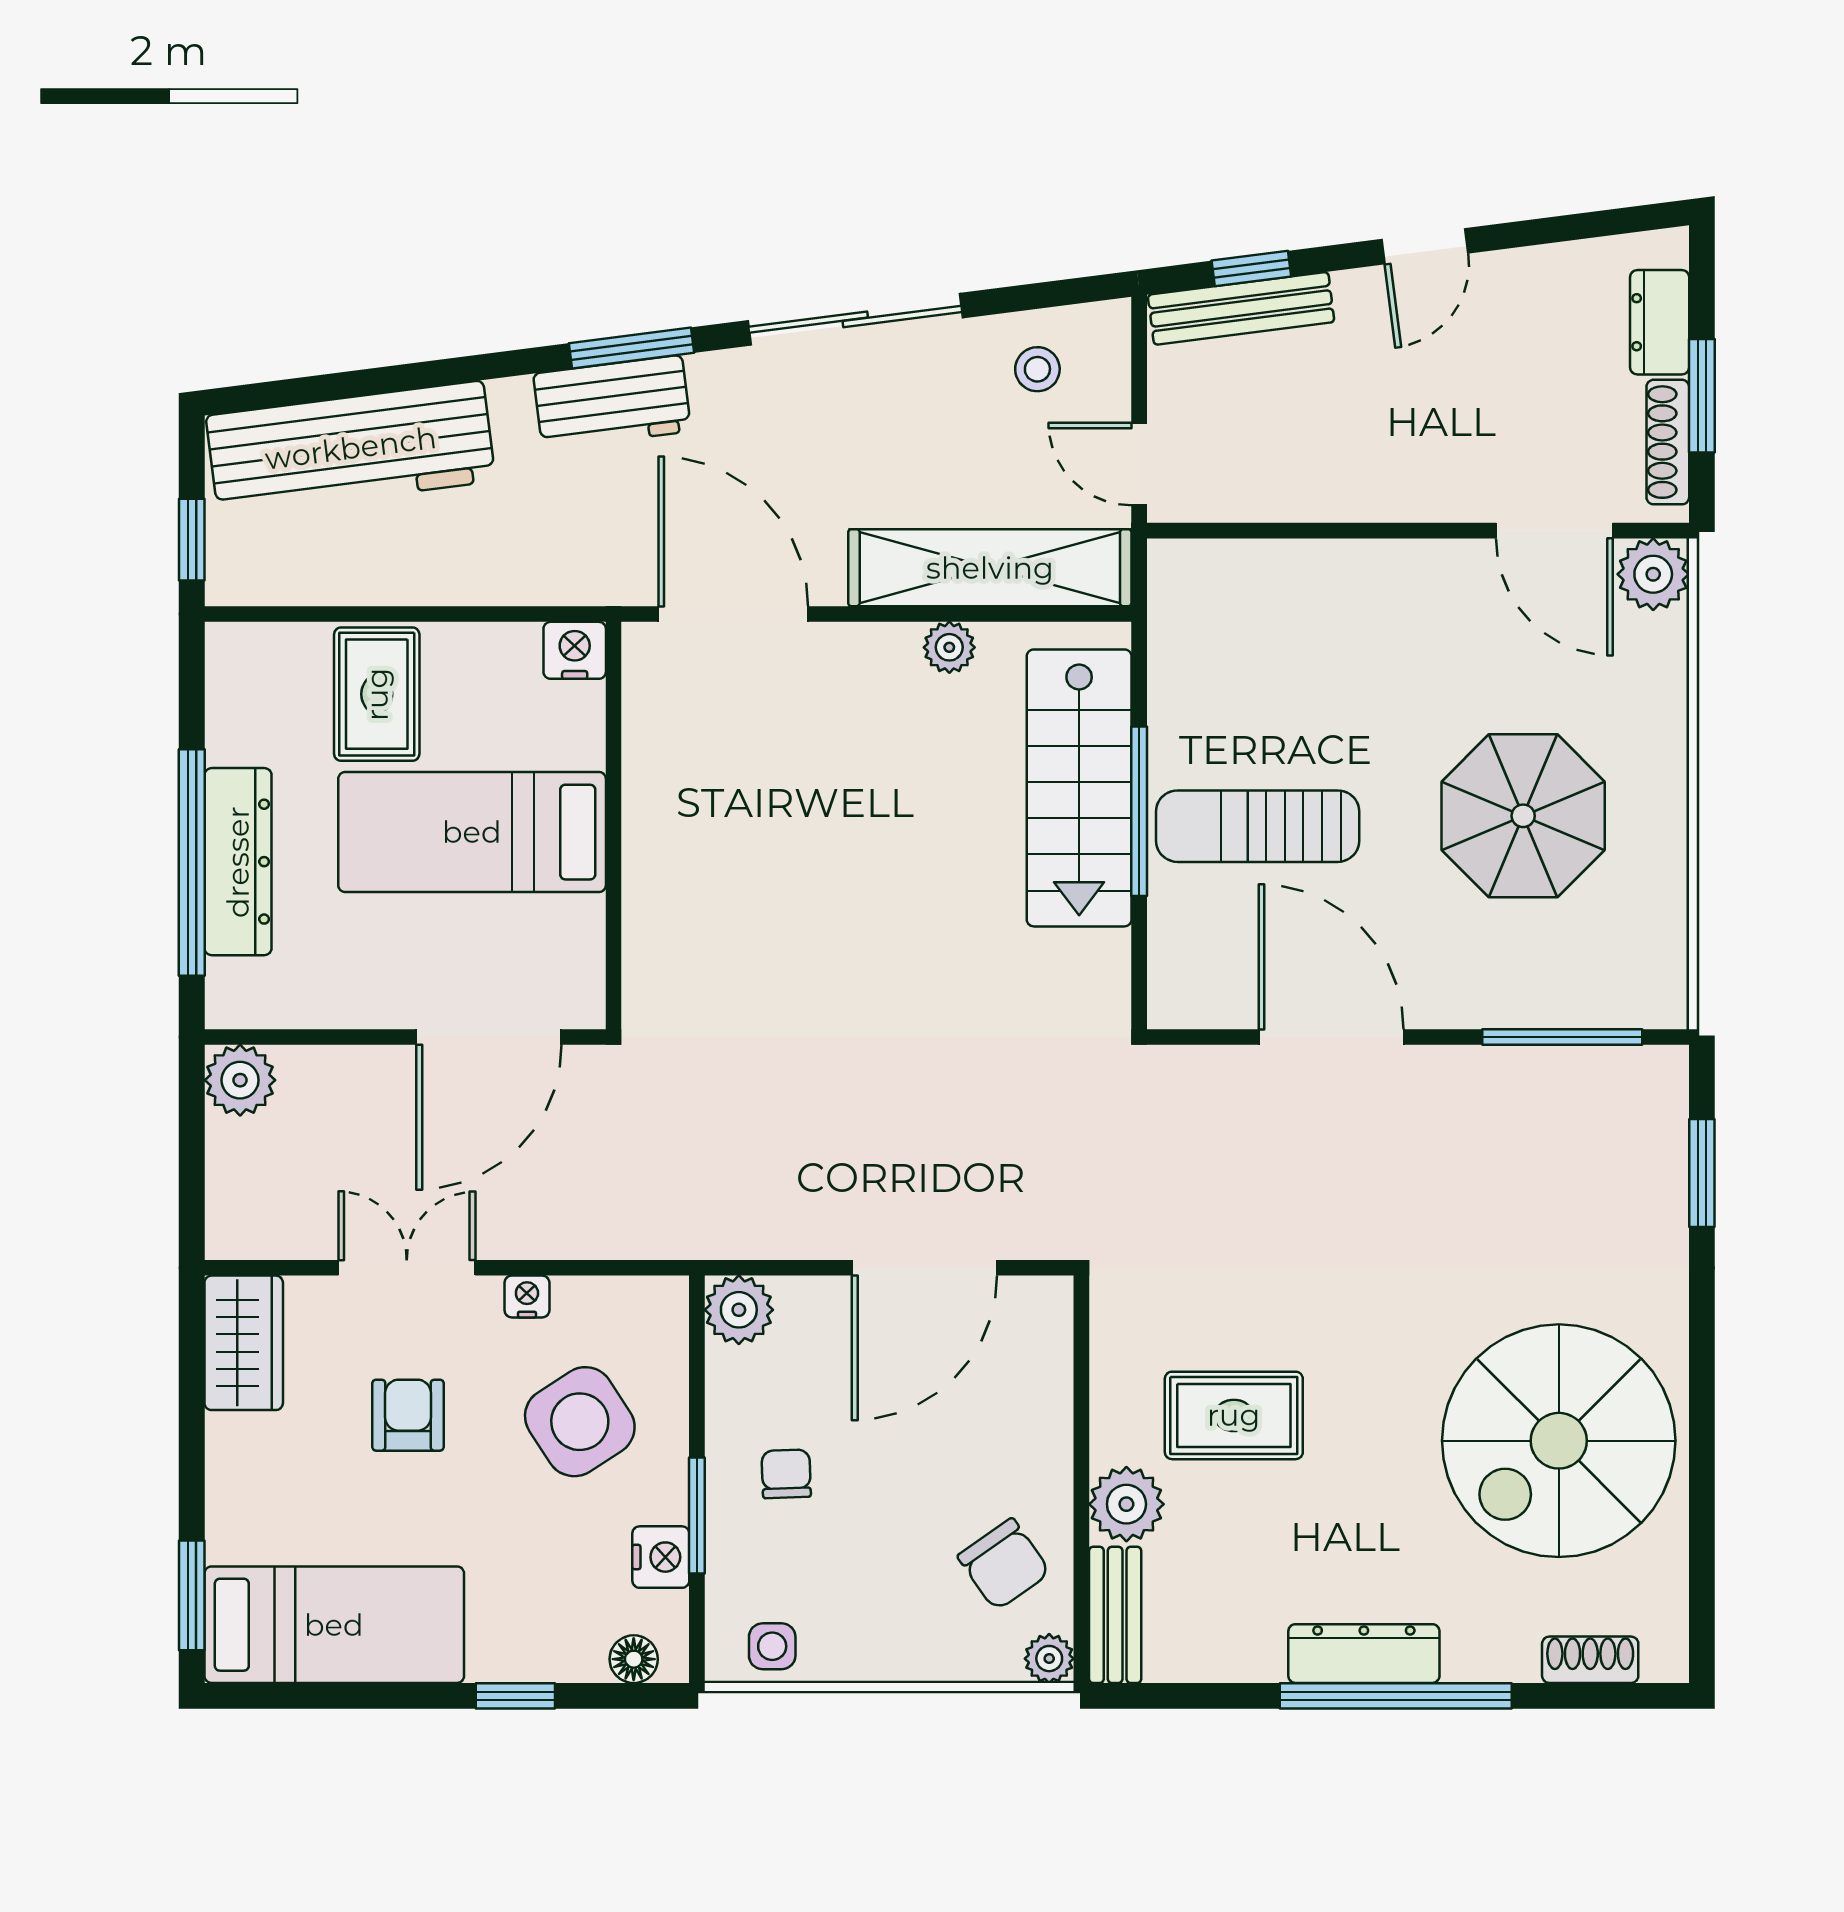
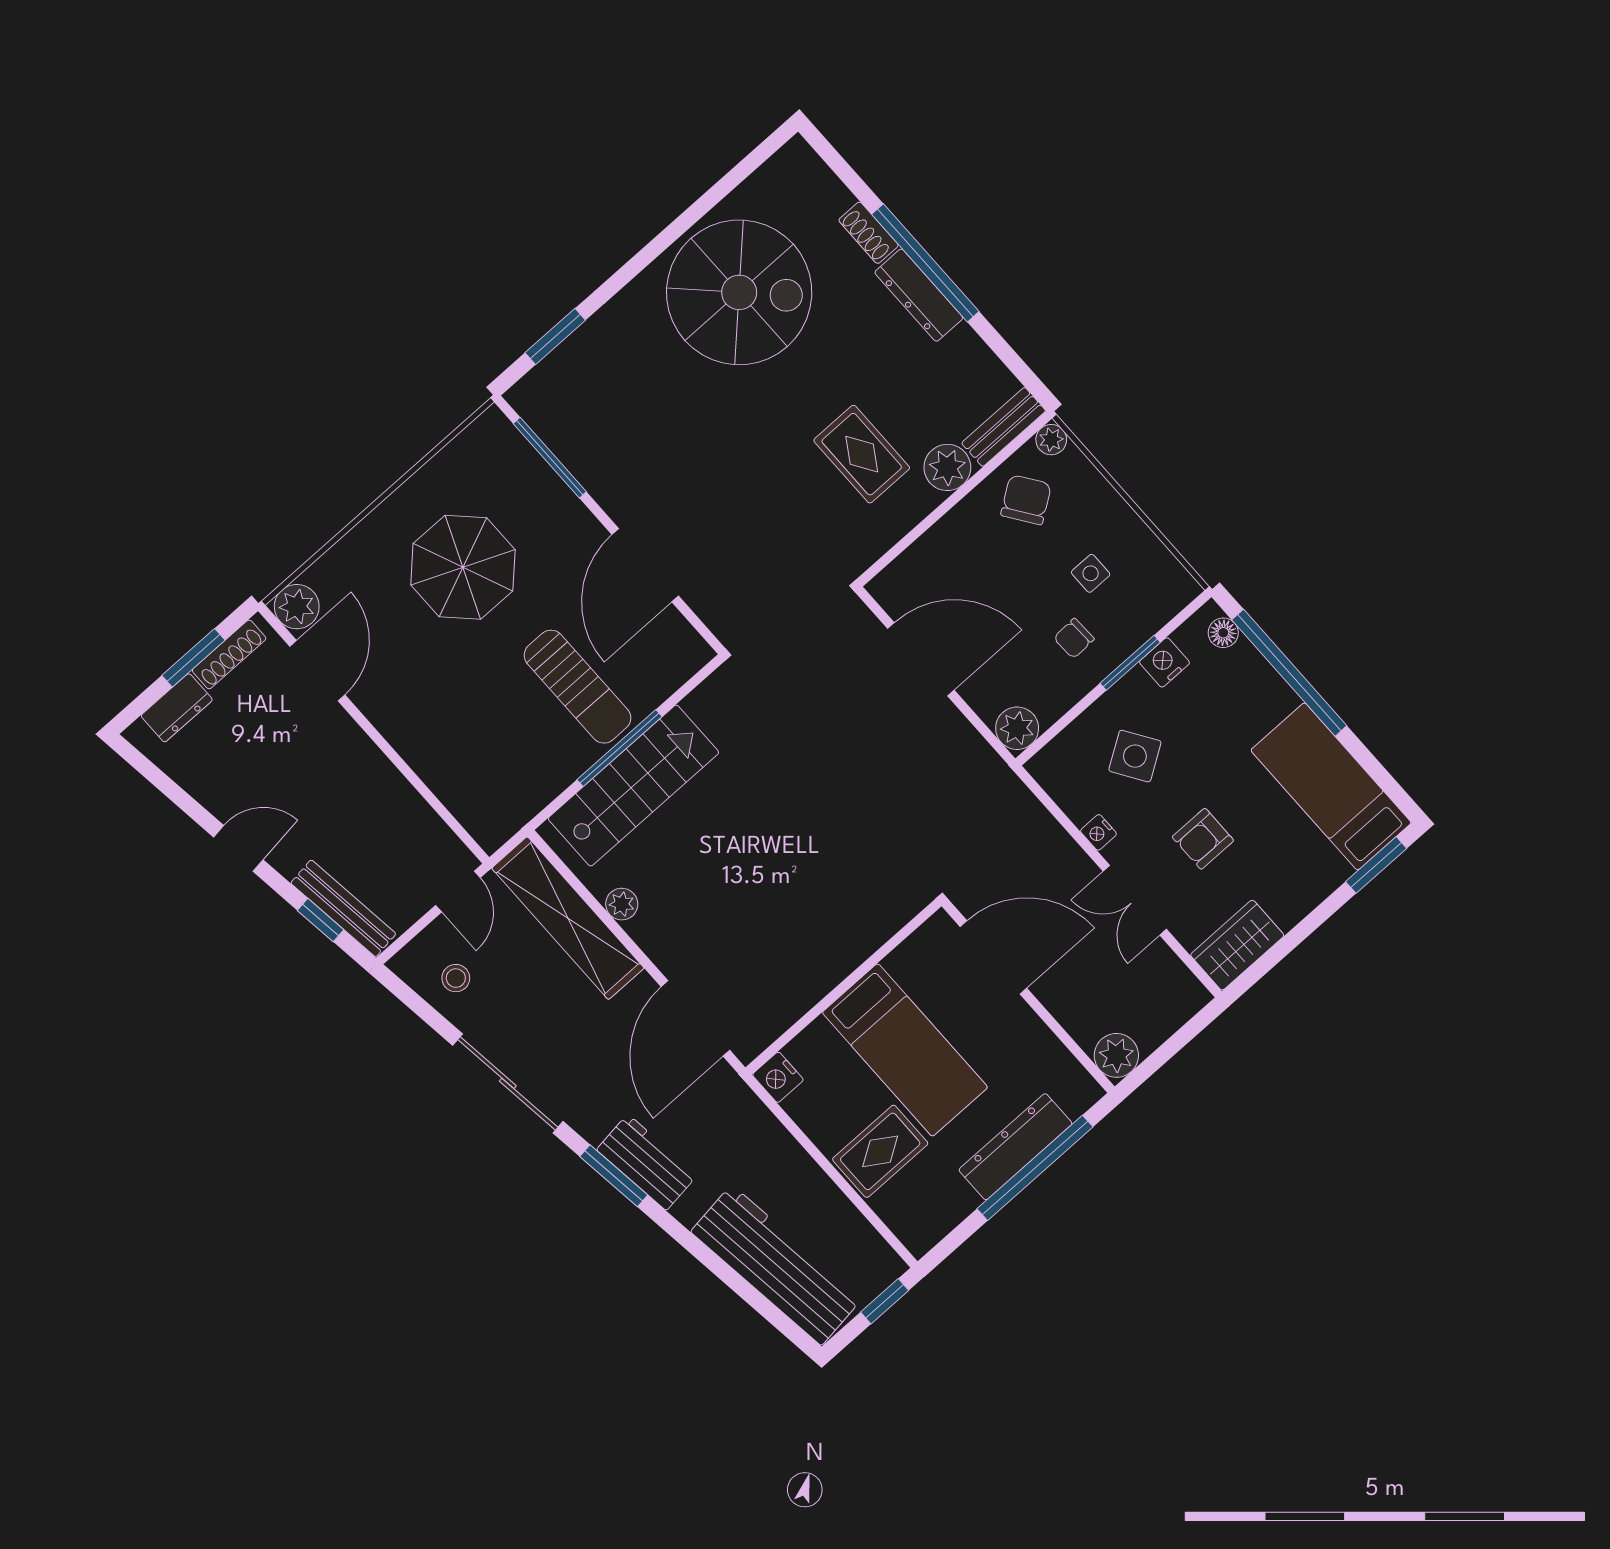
side table: (580, 1422) -> (1135, 756), width x0.73, depth x0.73
side table: (772, 1646) -> (1091, 573), moved
shoe rack: (1590, 1660) -> (869, 233), moved
window: (515, 1696) -> (1289, 673), width x3.17

